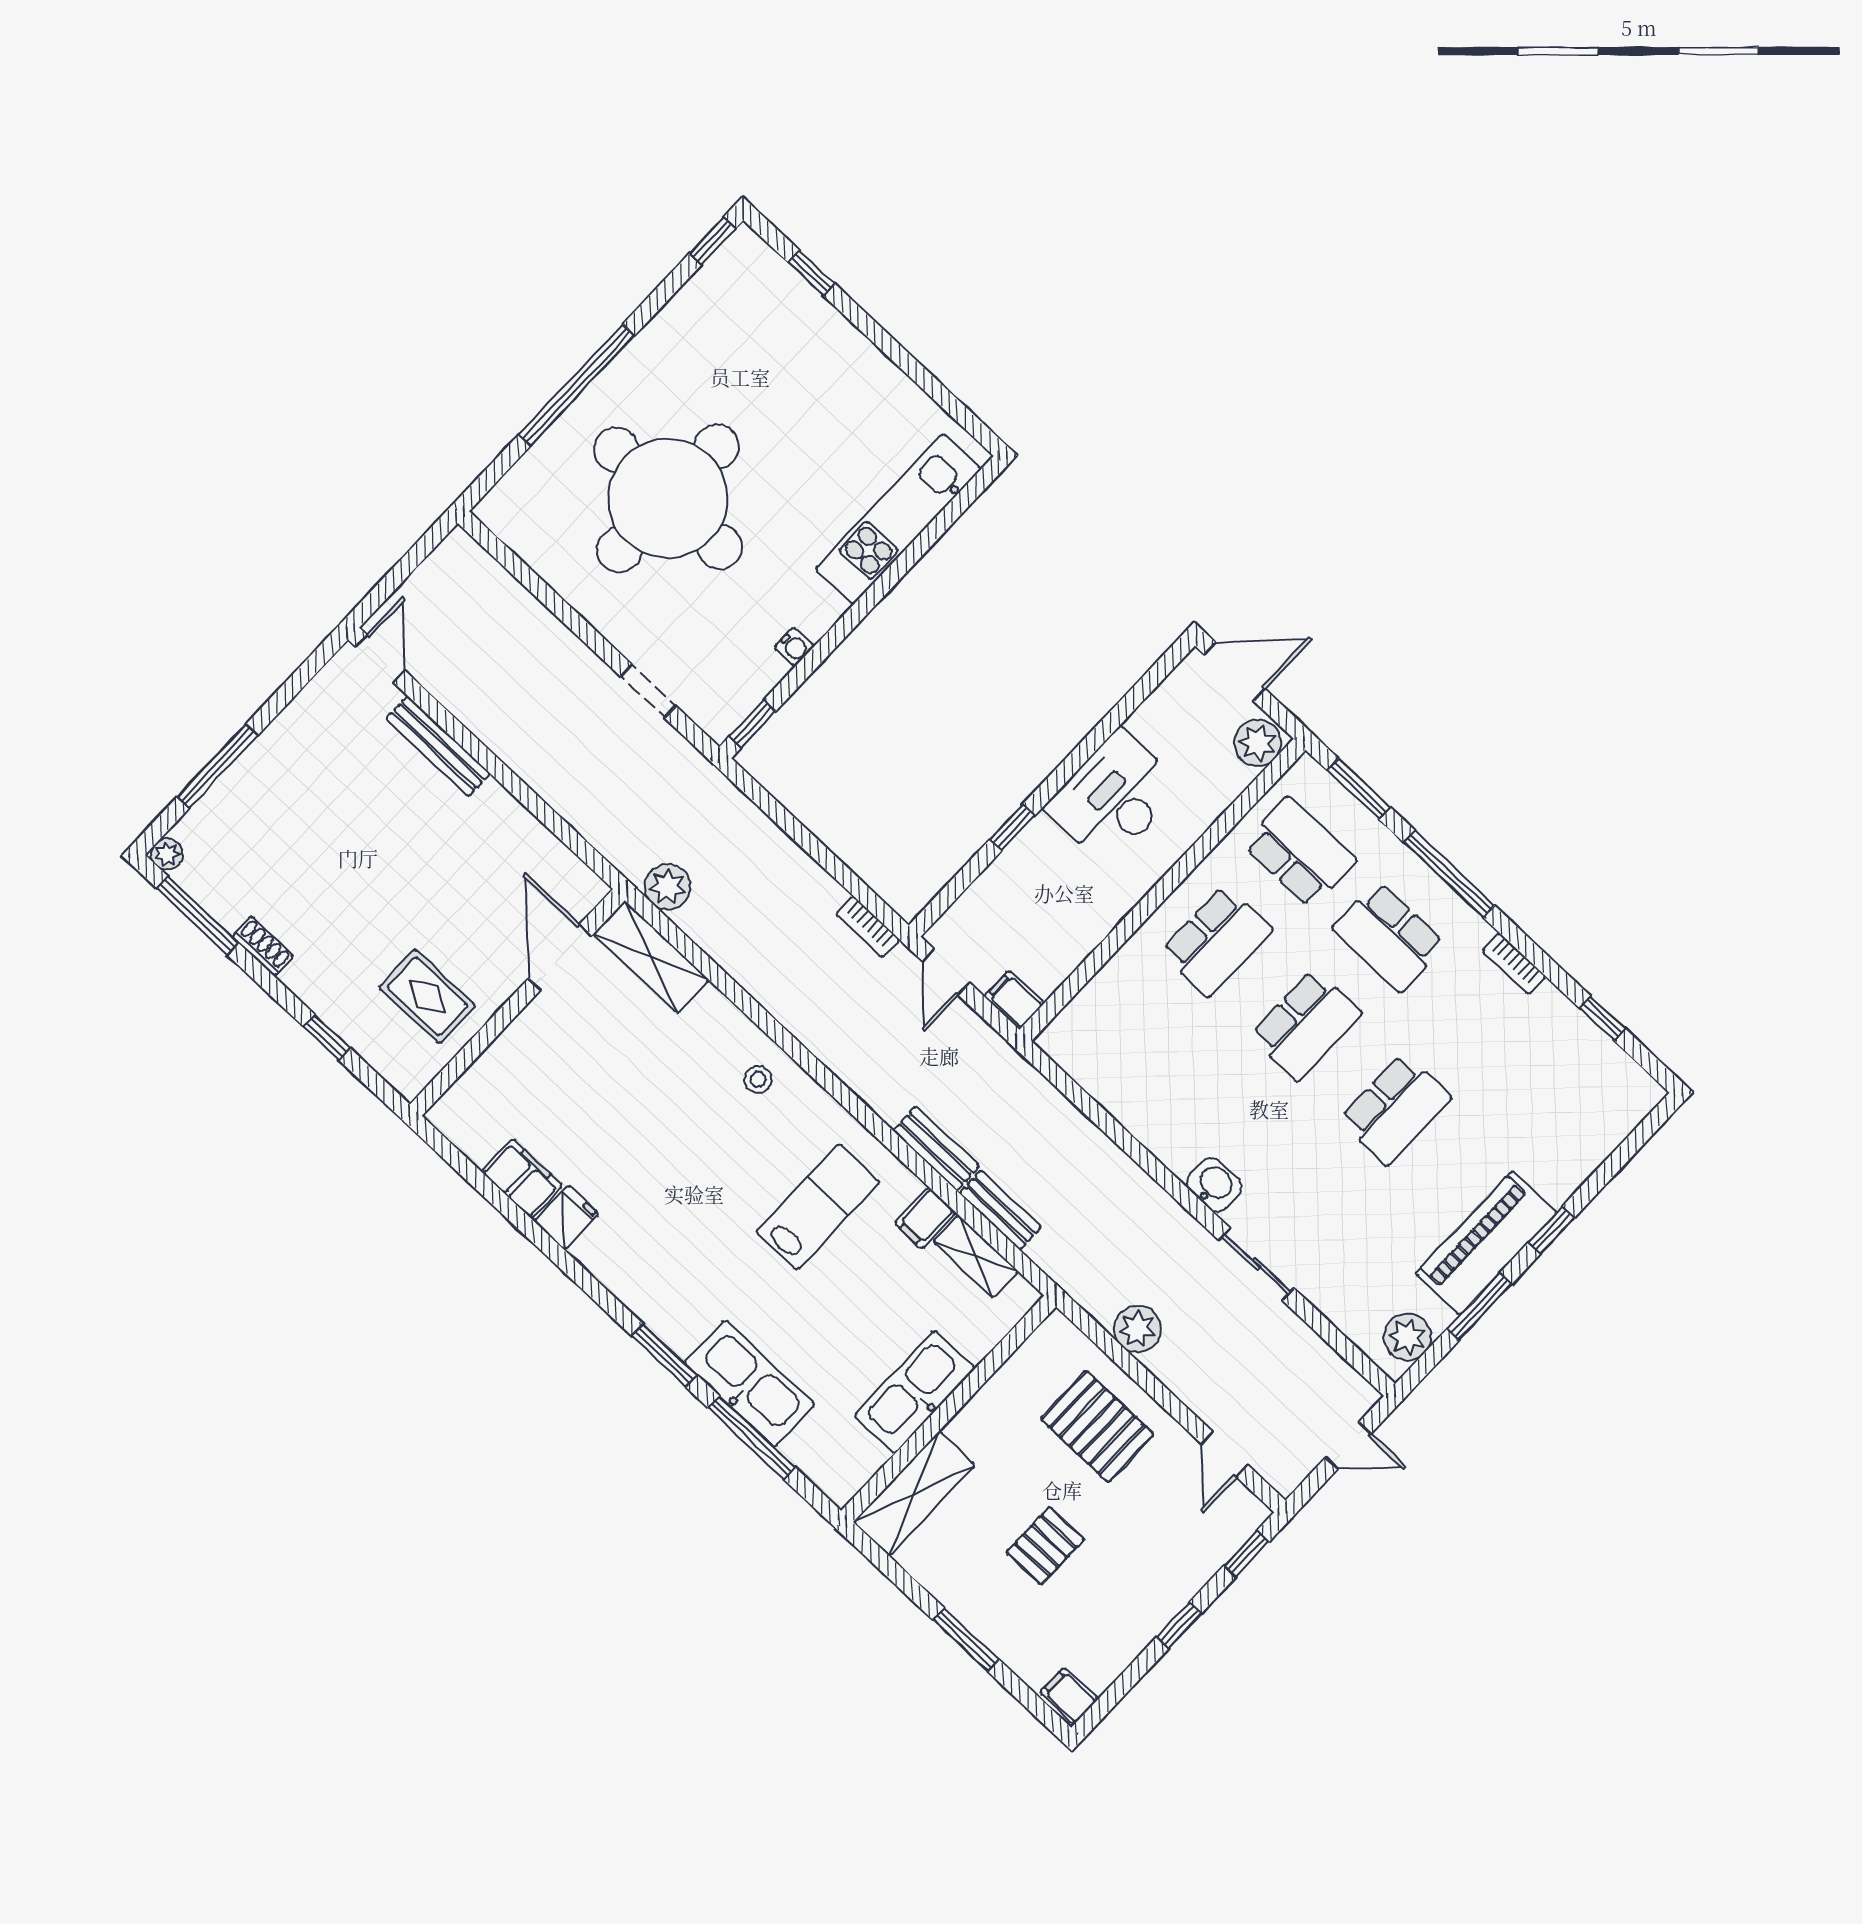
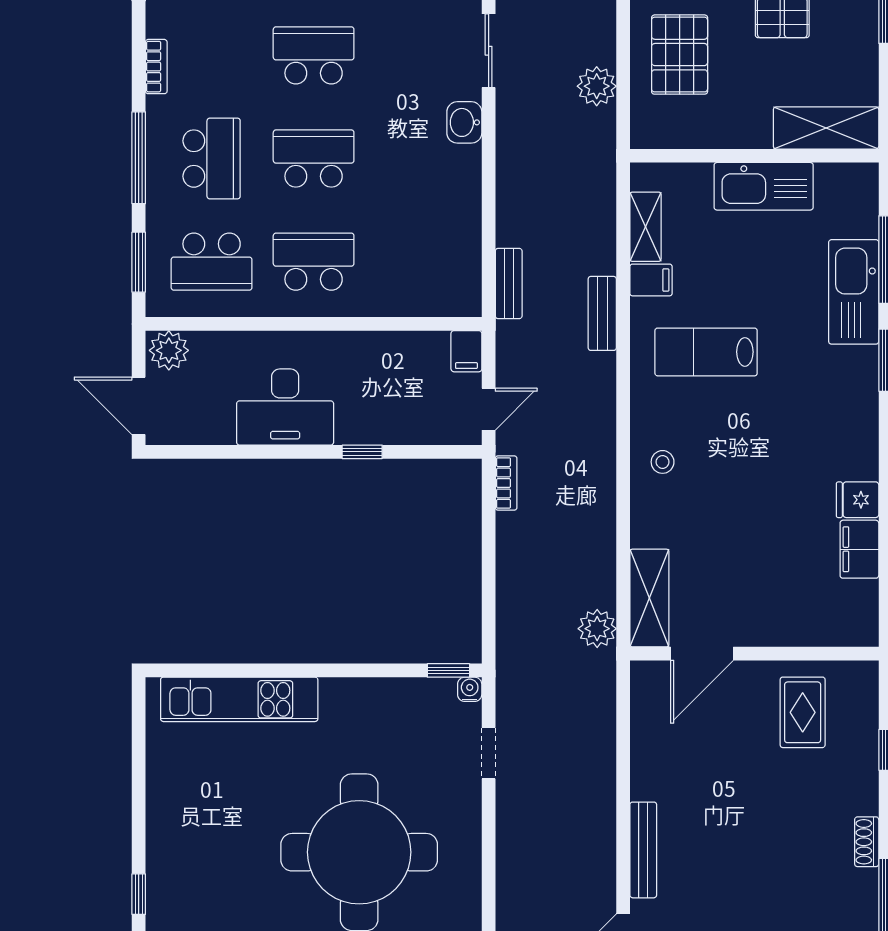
water cooler: (794, 647) -> (470, 689), moved
school desk: (1300, 852) -> (212, 262), turned -90
bench: (1000, 1210) -> (509, 284), moved

